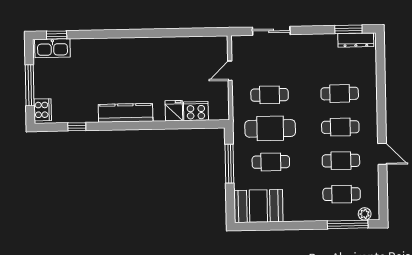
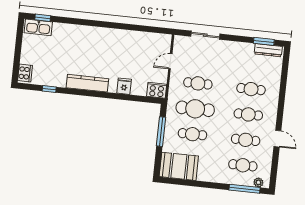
window: (30, 85) -> (18, 53), removed
cooker: (196, 111) -> (157, 90), moved

